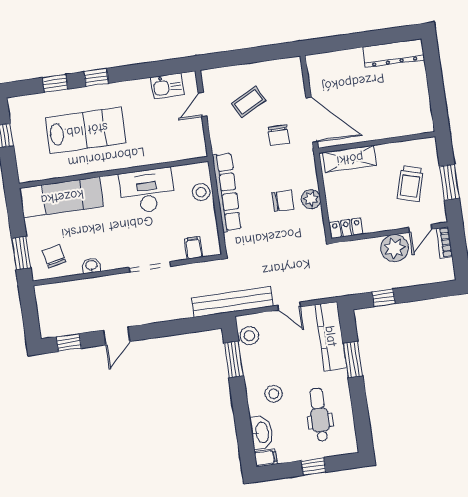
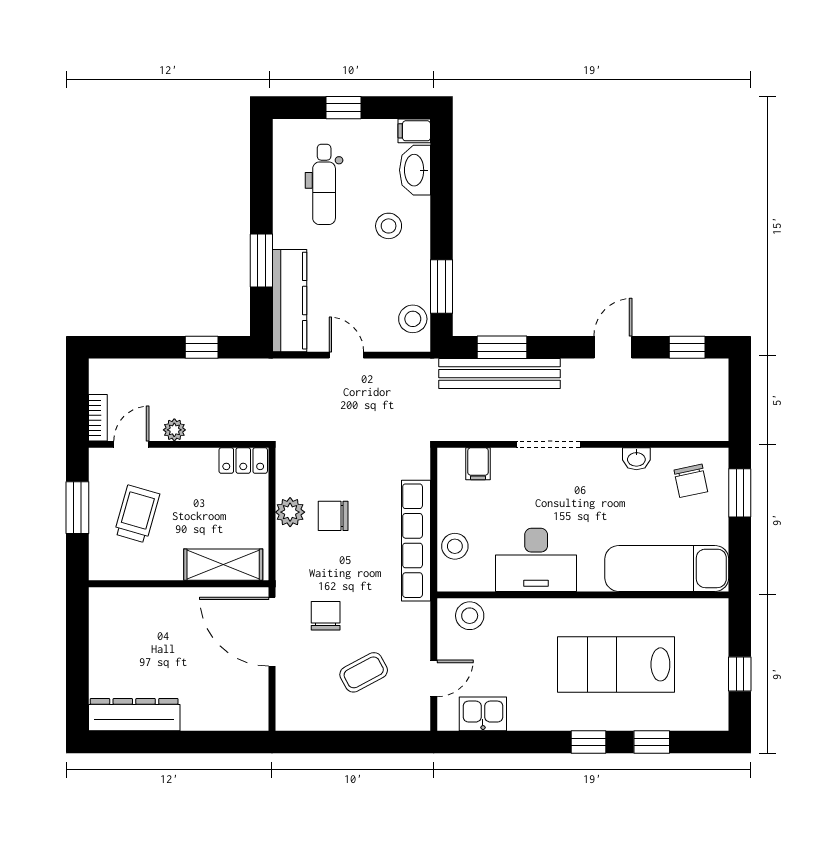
stool: (185, 148) -> (470, 616), added
plant: (395, 248) -> (174, 430), width x0.53, depth x0.53
bench: (232, 302) -> (500, 374), moved
window: (189, 326) -> (502, 347), added

